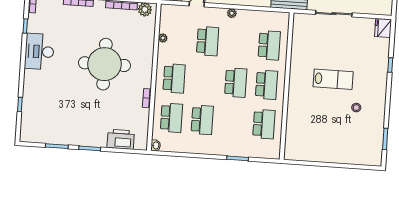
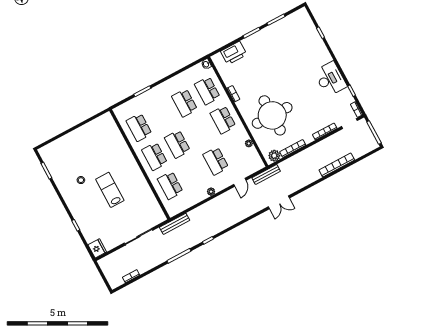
round table: (104, 64) -> (272, 115), moved
lab bench: (333, 79) -> (110, 190), turned 90

